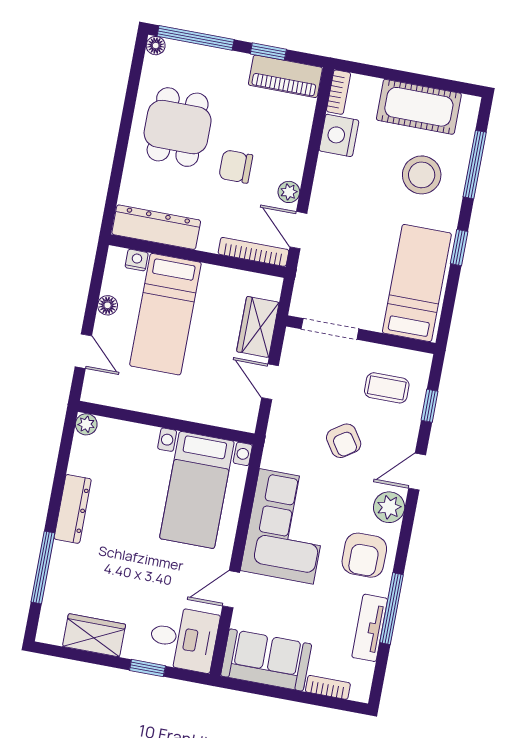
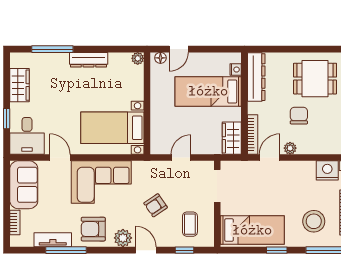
floor lamp: (108, 305) -> (160, 58), moved
wardrobe: (258, 327) -> (232, 138), moved, turned -90

